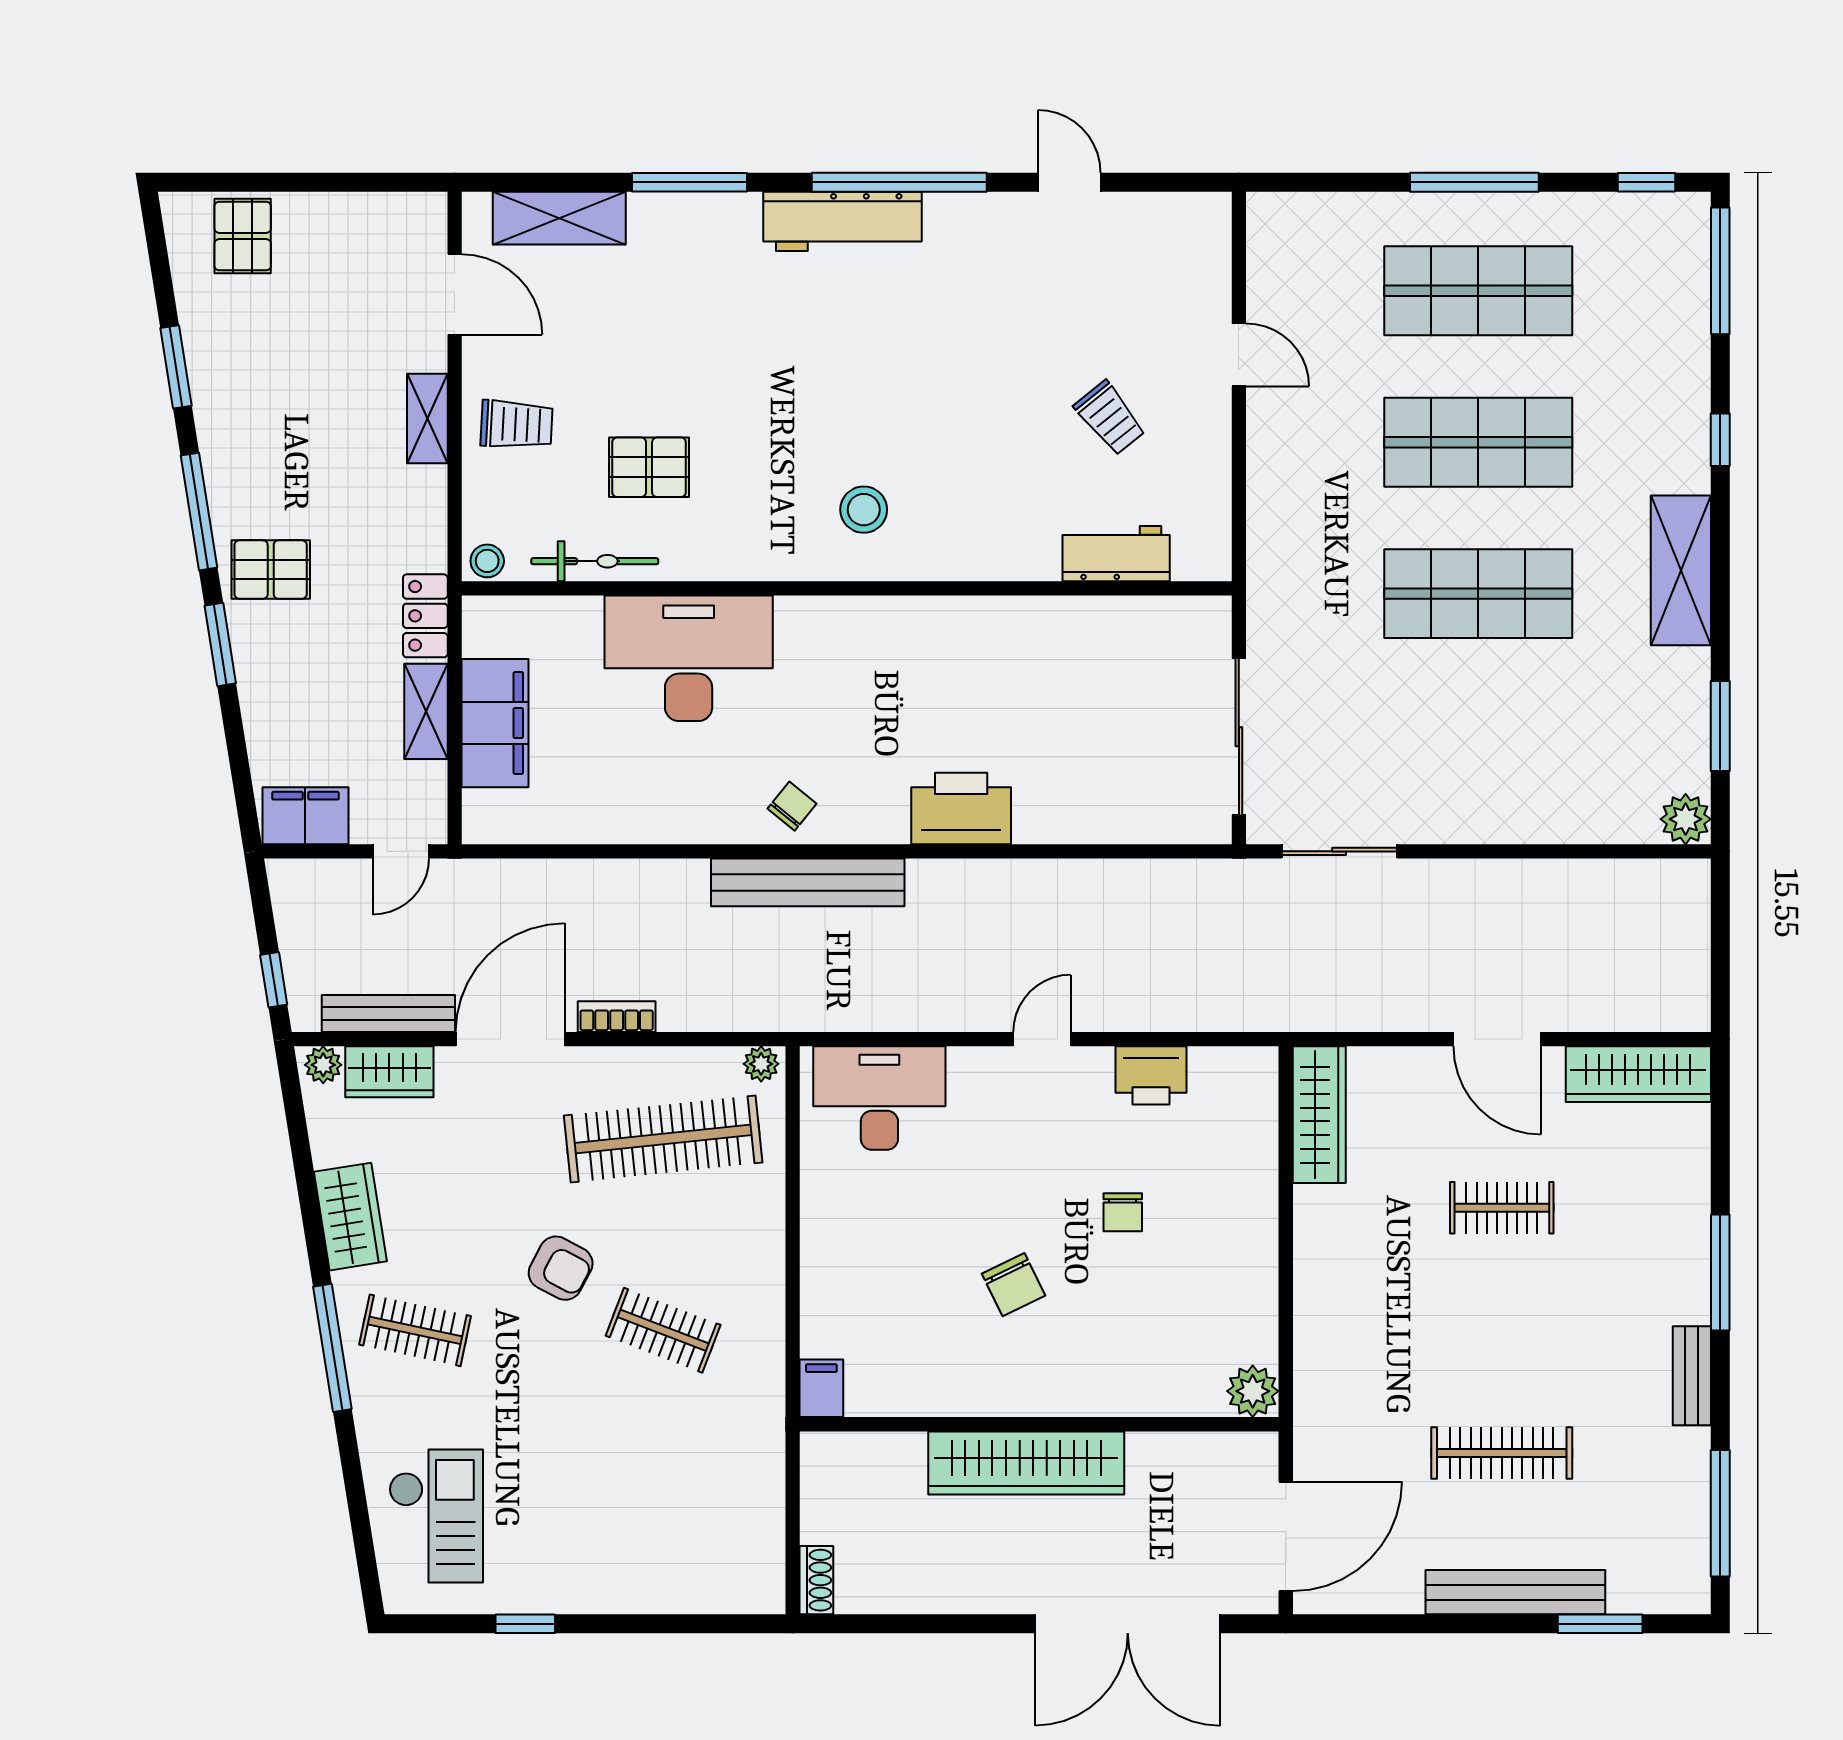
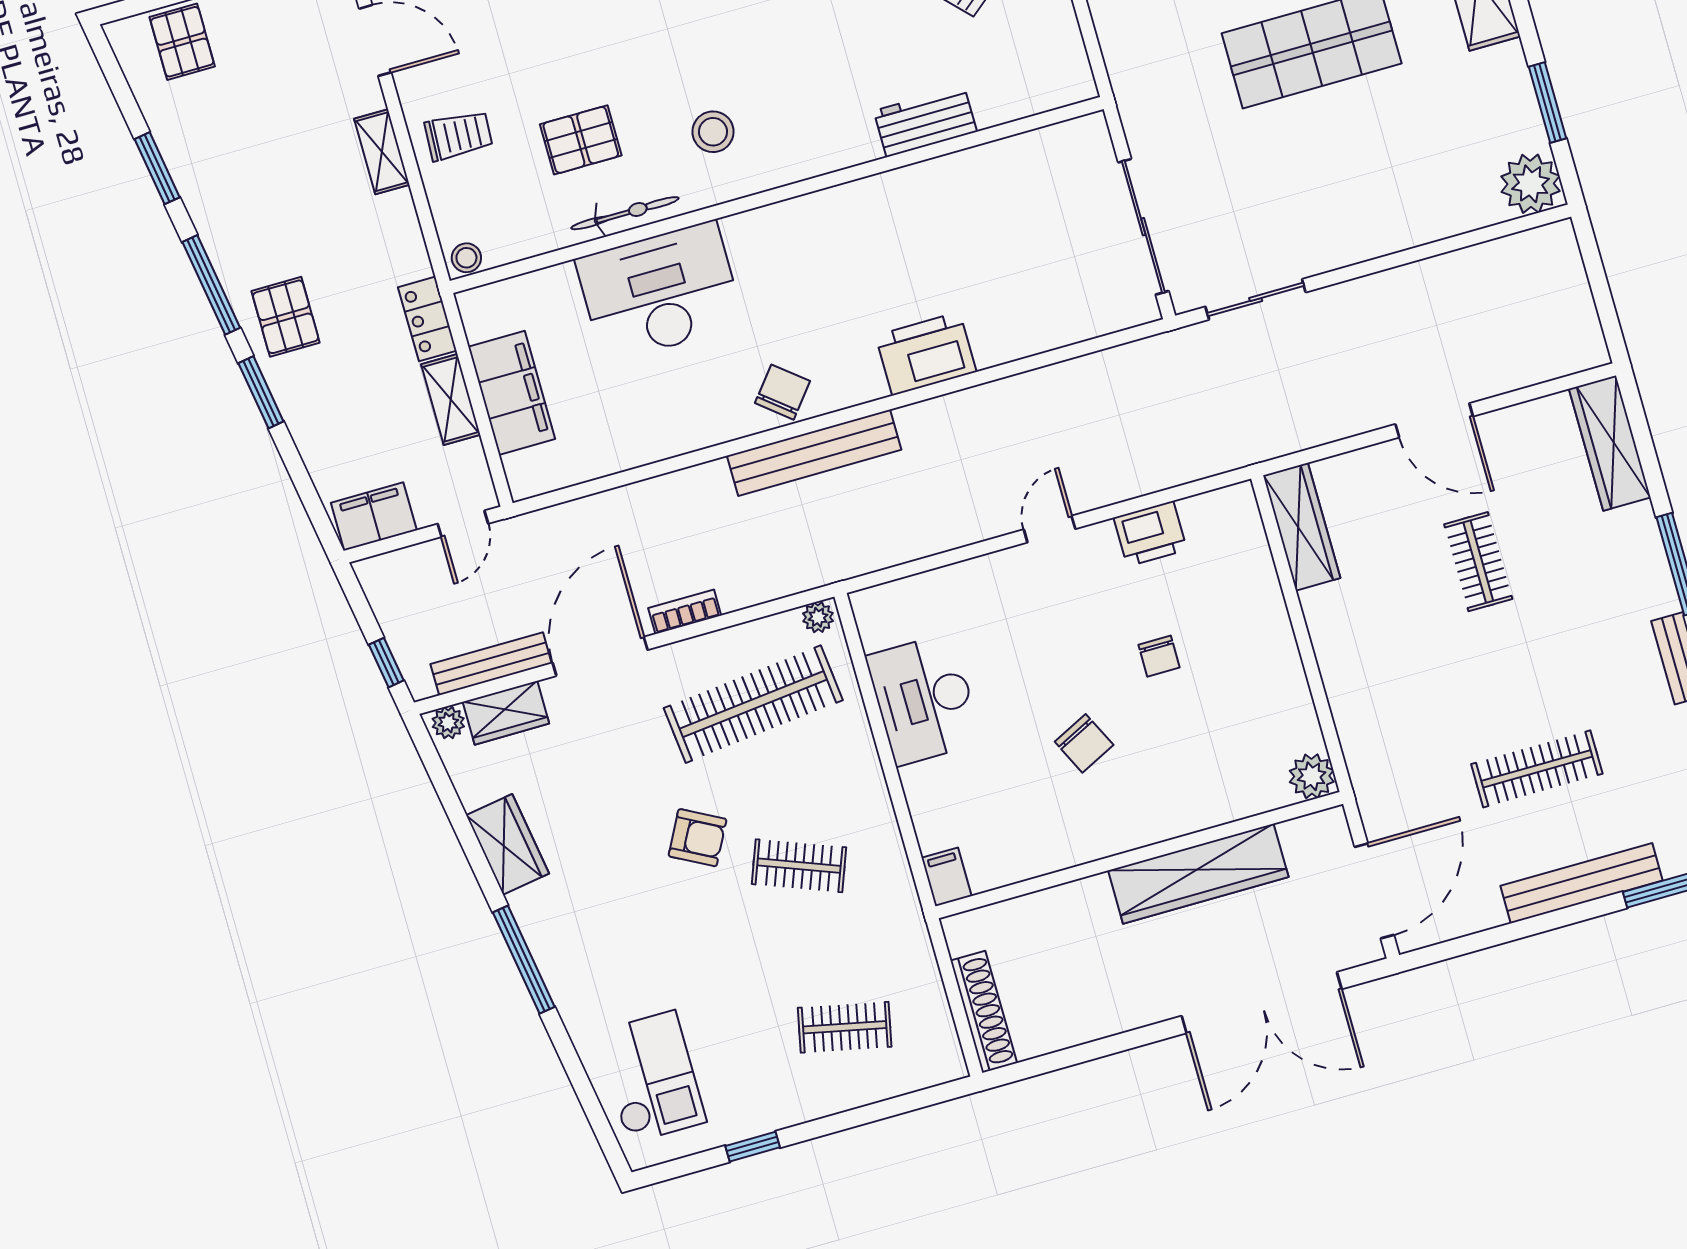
stool: (864, 510) -> (713, 132), moved
workbench: (1116, 554) -> (925, 121), moved
bicycle: (595, 561) -> (625, 213), moved
pallet: (271, 570) -> (286, 317), turned 90
chair: (792, 806) -> (783, 392), width x1.37, depth x1.37
plant: (1686, 819) -> (1531, 184), width x1.36, depth x1.36
wardrobe: (1638, 1074) -> (1610, 443), moved, turned 90
desk: (879, 1098) -> (924, 699), moved, turned -90
clothes rail: (1502, 1208) -> (1478, 562), turned 90
clothes rail: (415, 1330) -> (845, 1027), moved
wardrobe: (1026, 1463) -> (1198, 874), moved
shoe rack: (816, 1580) -> (984, 1012), width x1.94, depth x1.24

